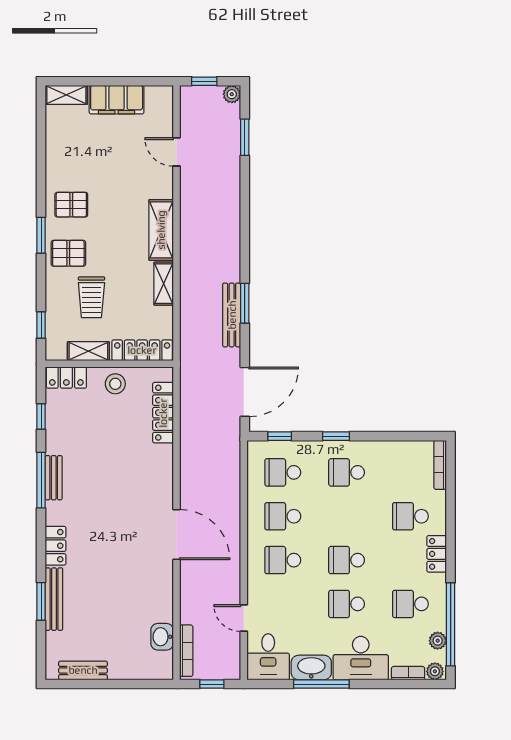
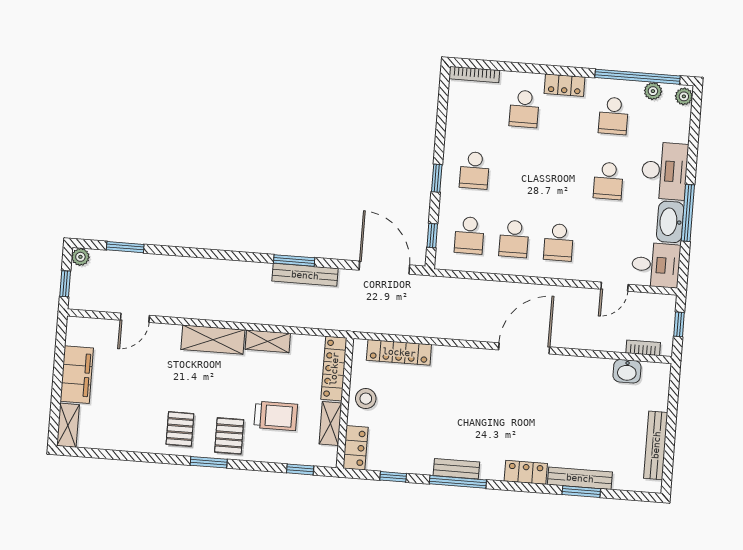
school desk: (347, 560) -> (564, 177), removed
bookcase: (186, 651) -> (643, 348), width x0.64
bench: (83, 670) -> (656, 445), width x1.36
bookcase: (408, 673) -> (684, 124), removed

